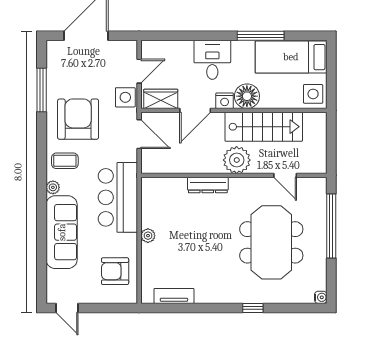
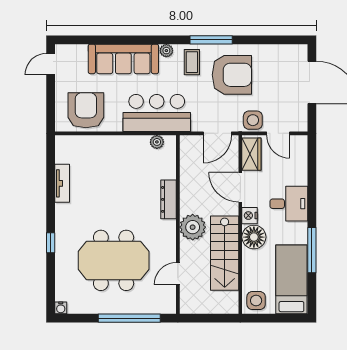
window: (42, 90) -> (211, 40), moved
plant: (148, 236) -> (157, 142), moved
armchair: (115, 271) -> (86, 110), width x1.36, depth x1.36
tv unit: (174, 296) -> (62, 183), moved

